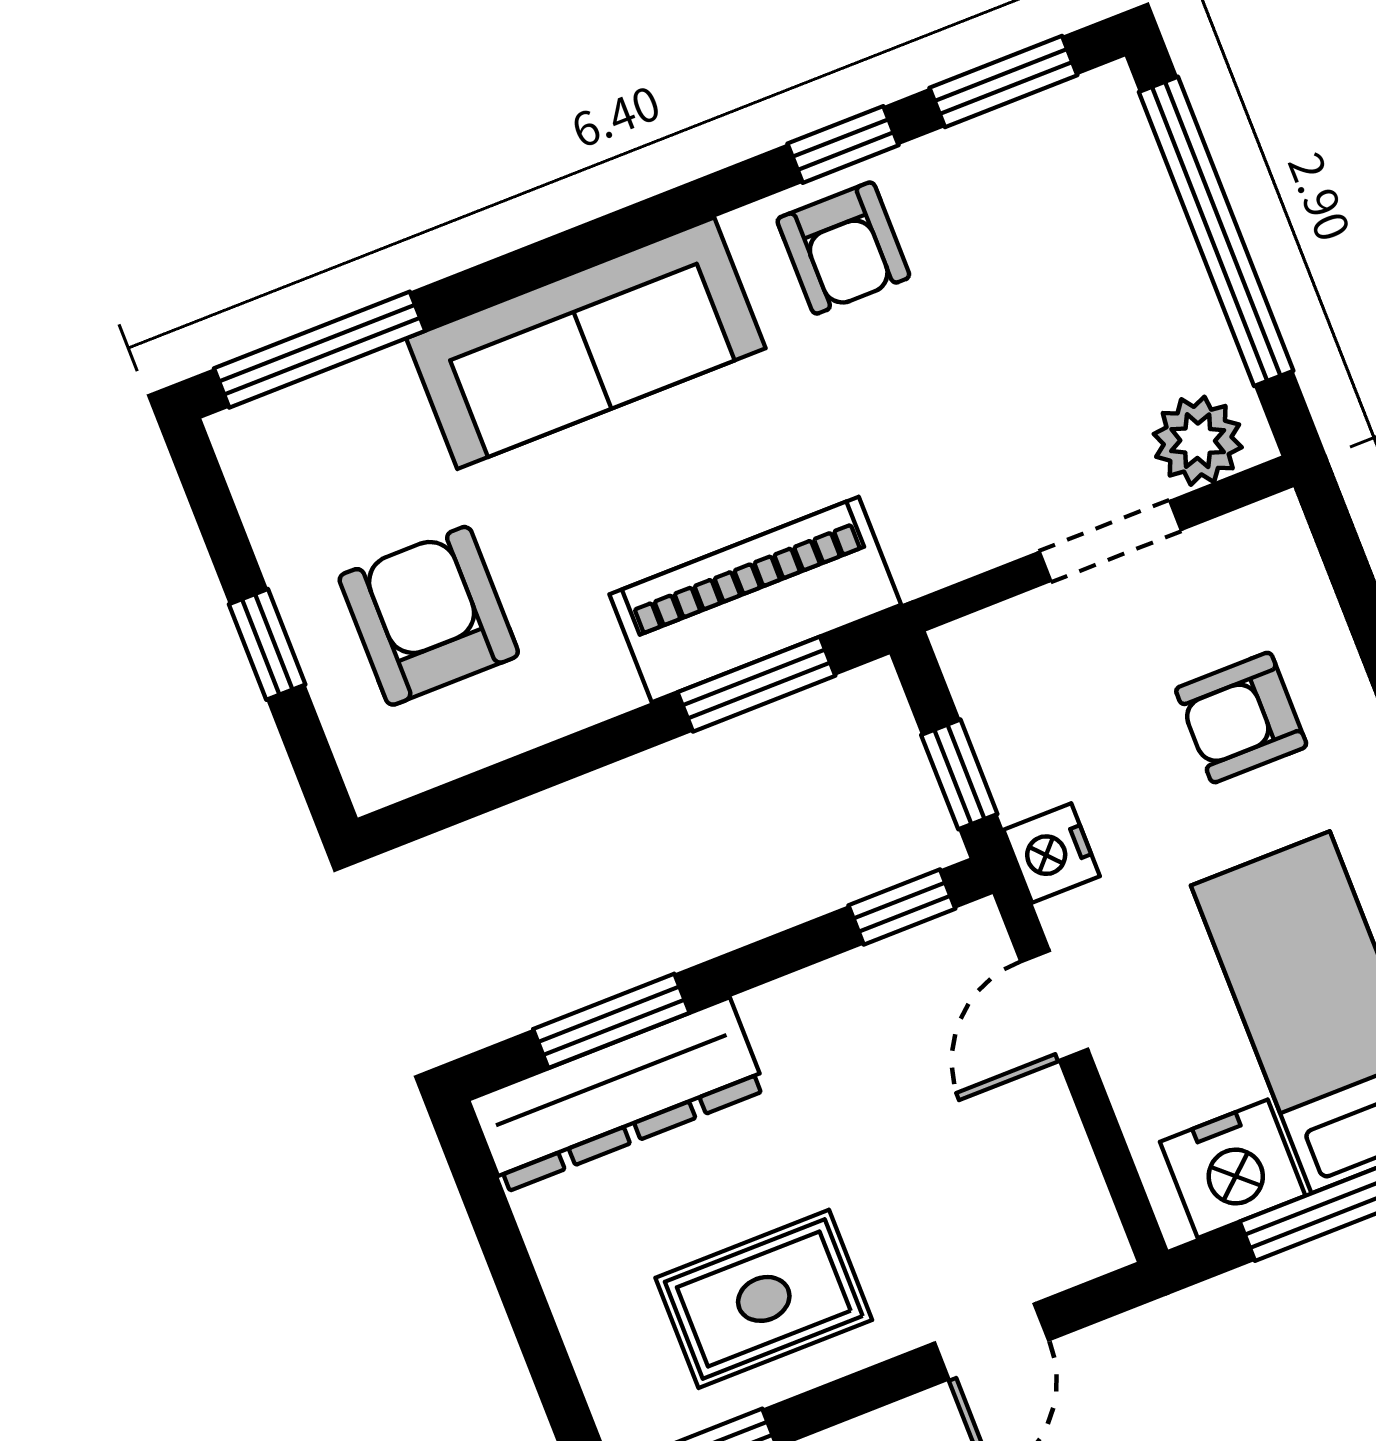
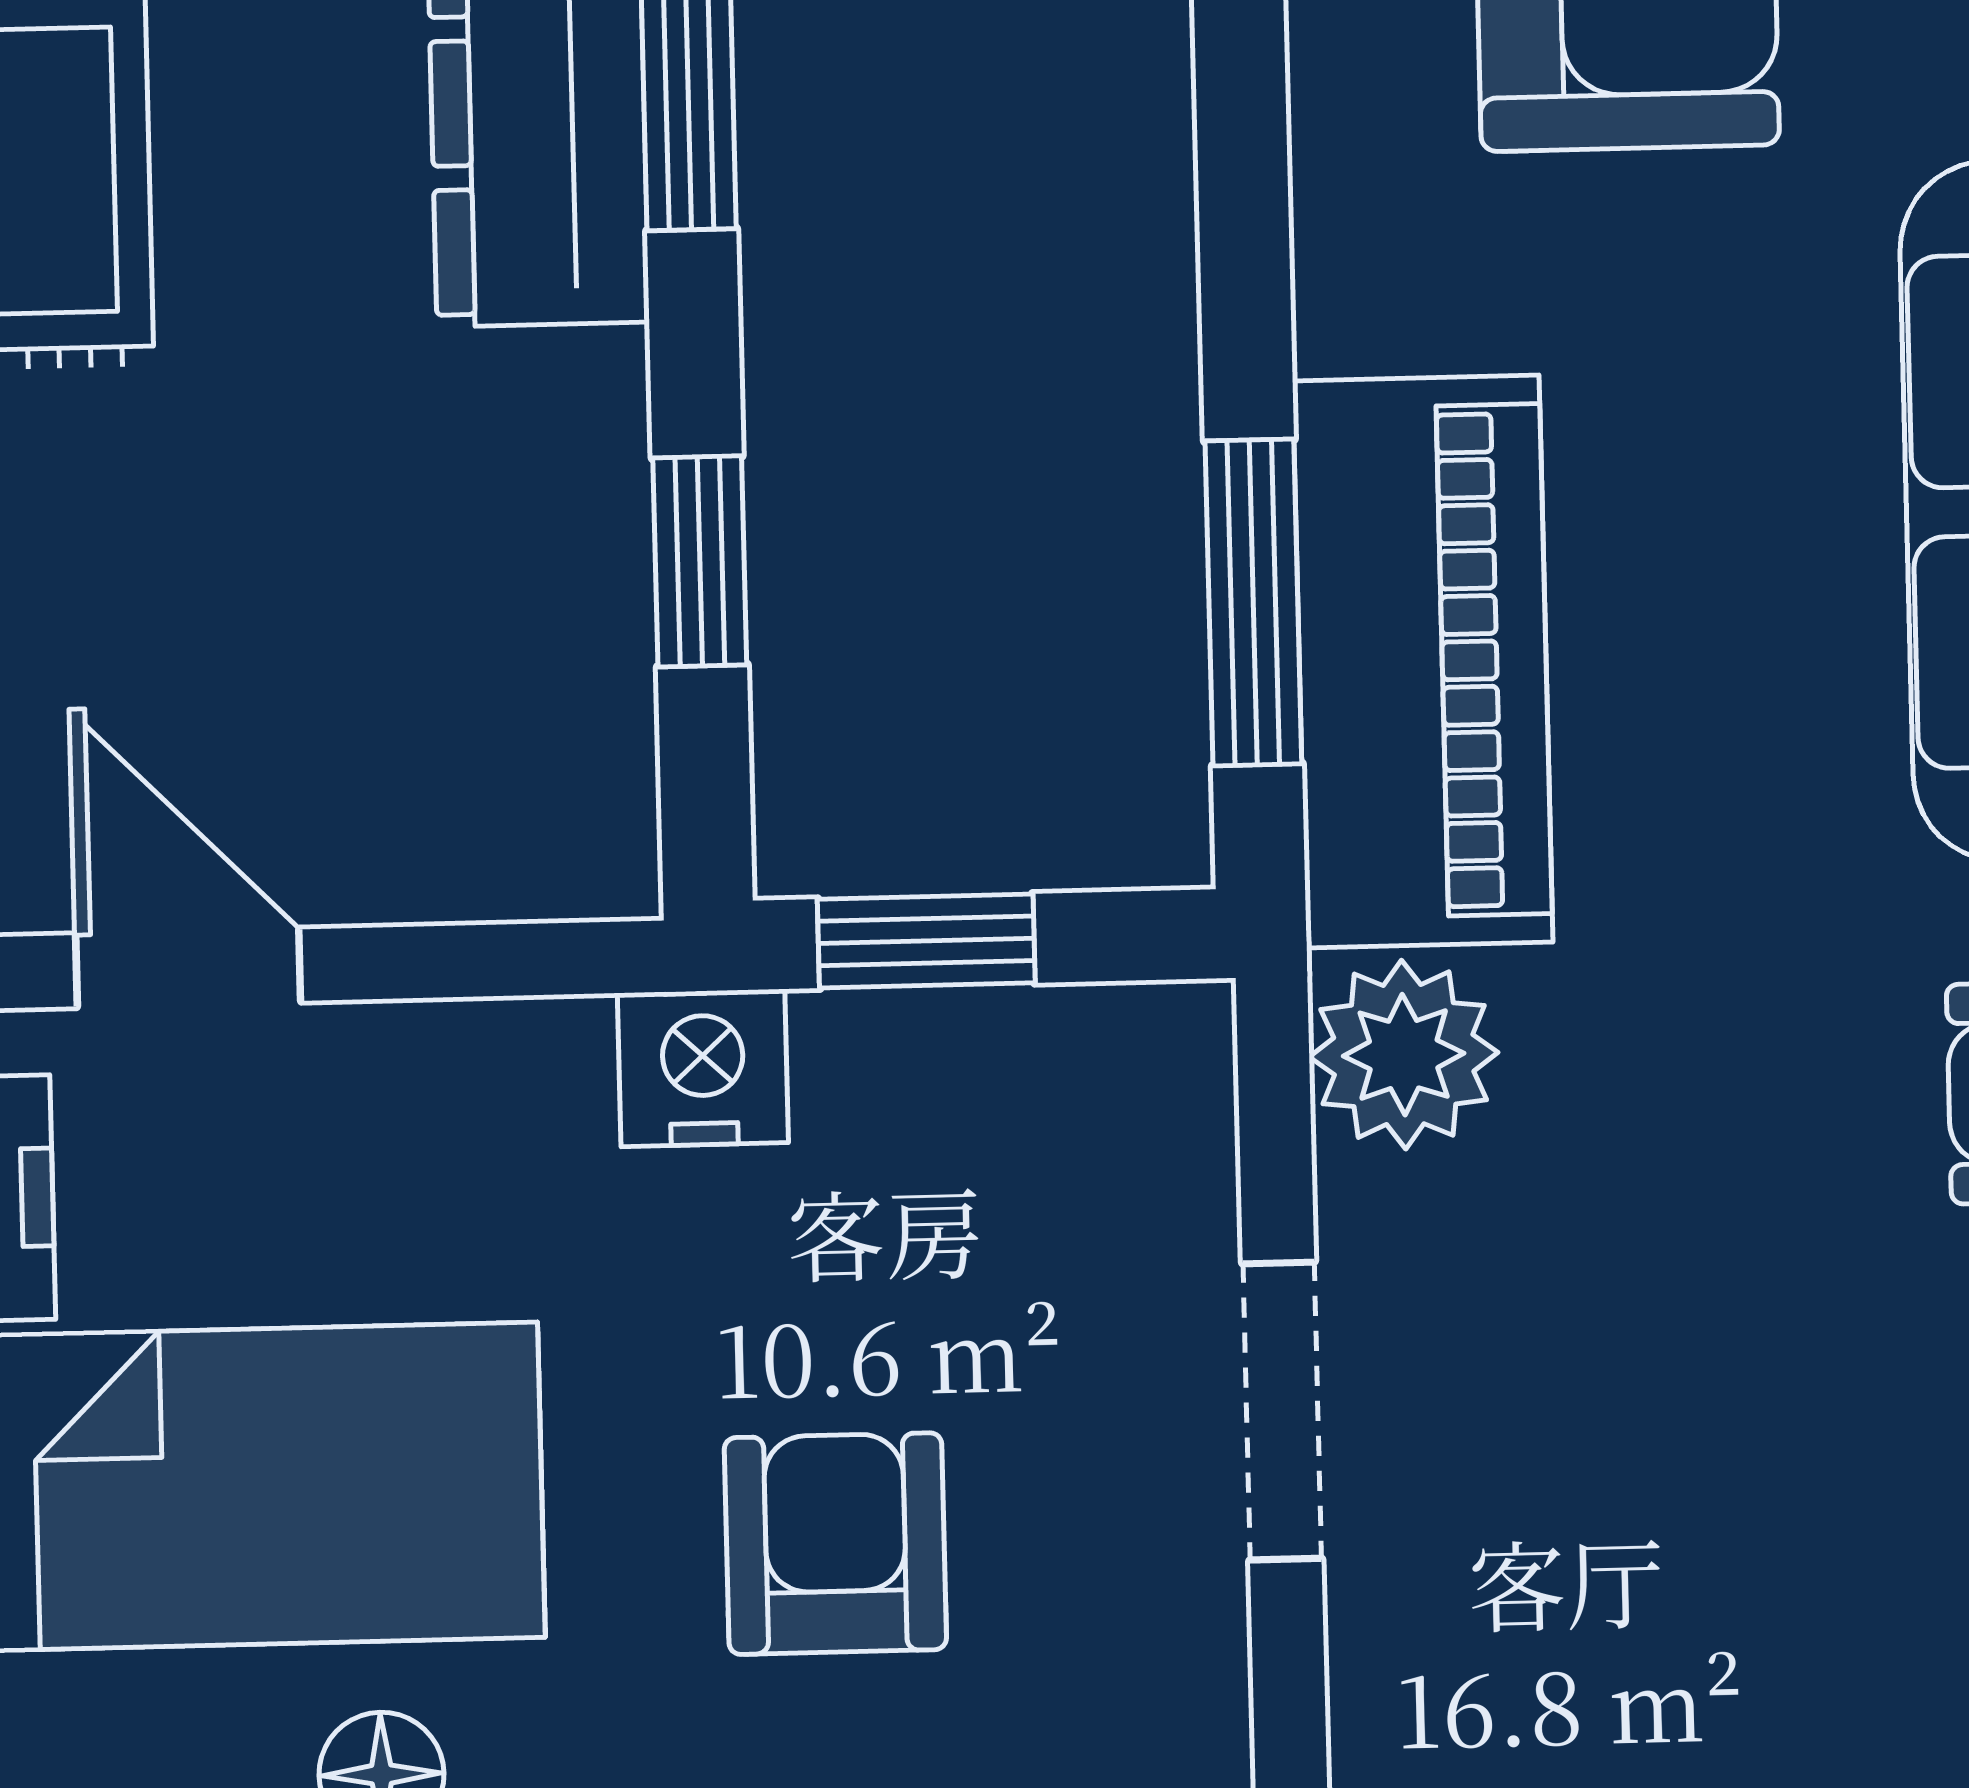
plant: (1198, 441) -> (1404, 1055), moved
window: (902, 907) -> (700, 561), moved
door: (1054, 1006) -> (188, 968), moved

